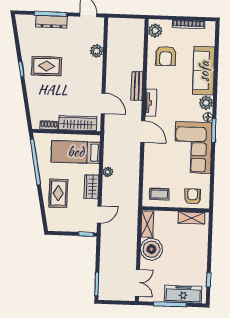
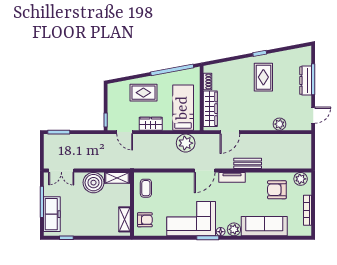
plant: (108, 172) -> (186, 143), moved, width x1.88, depth x1.88

